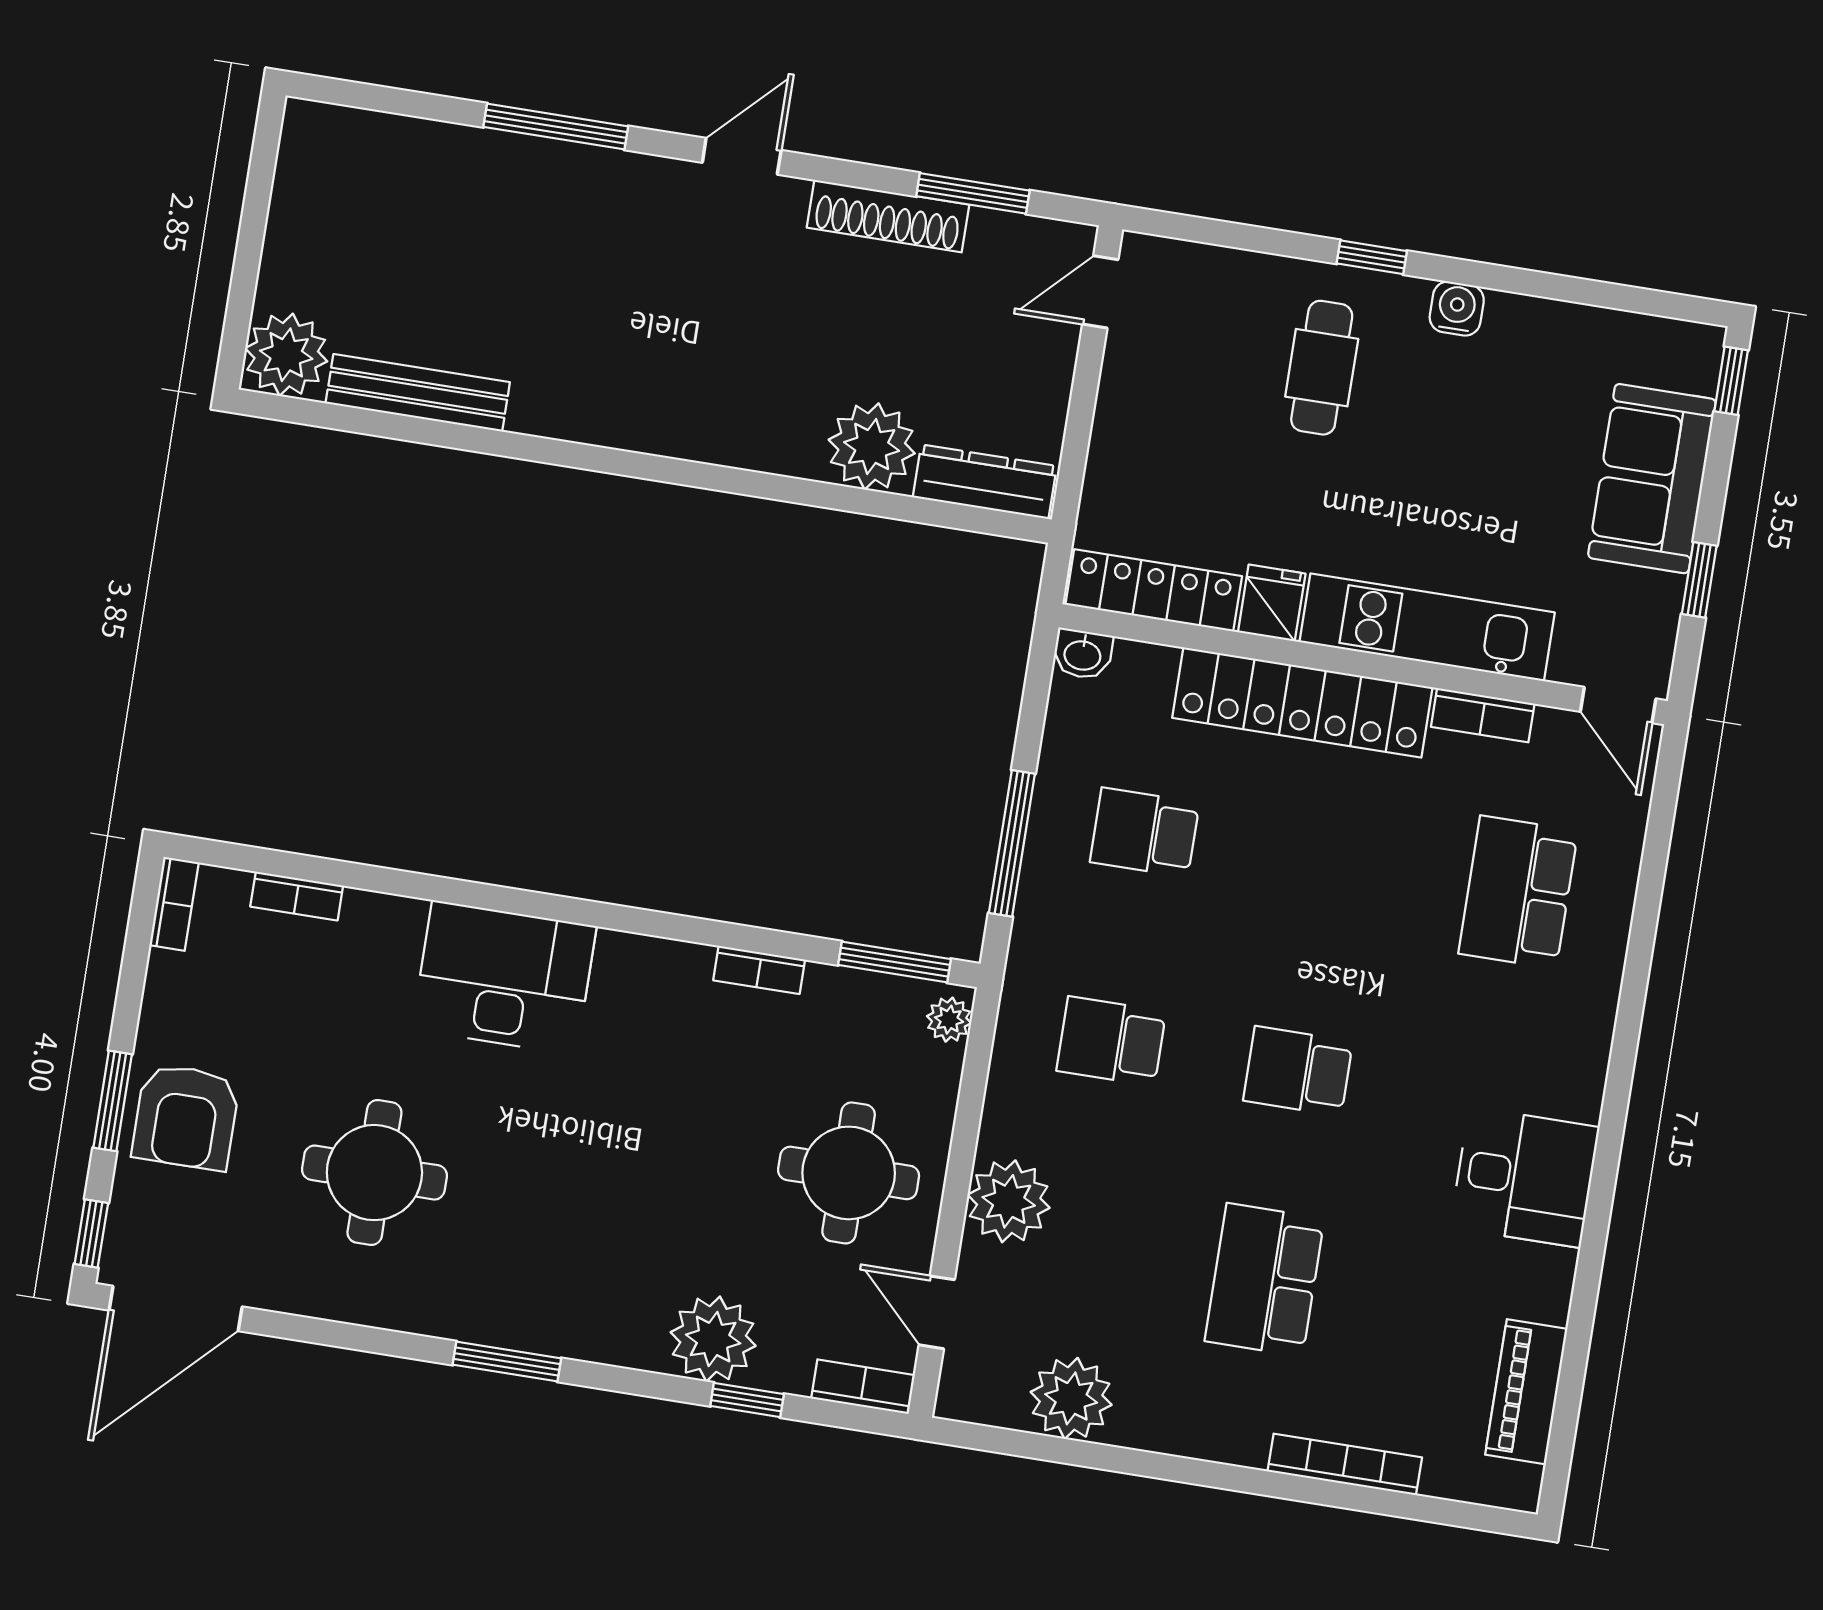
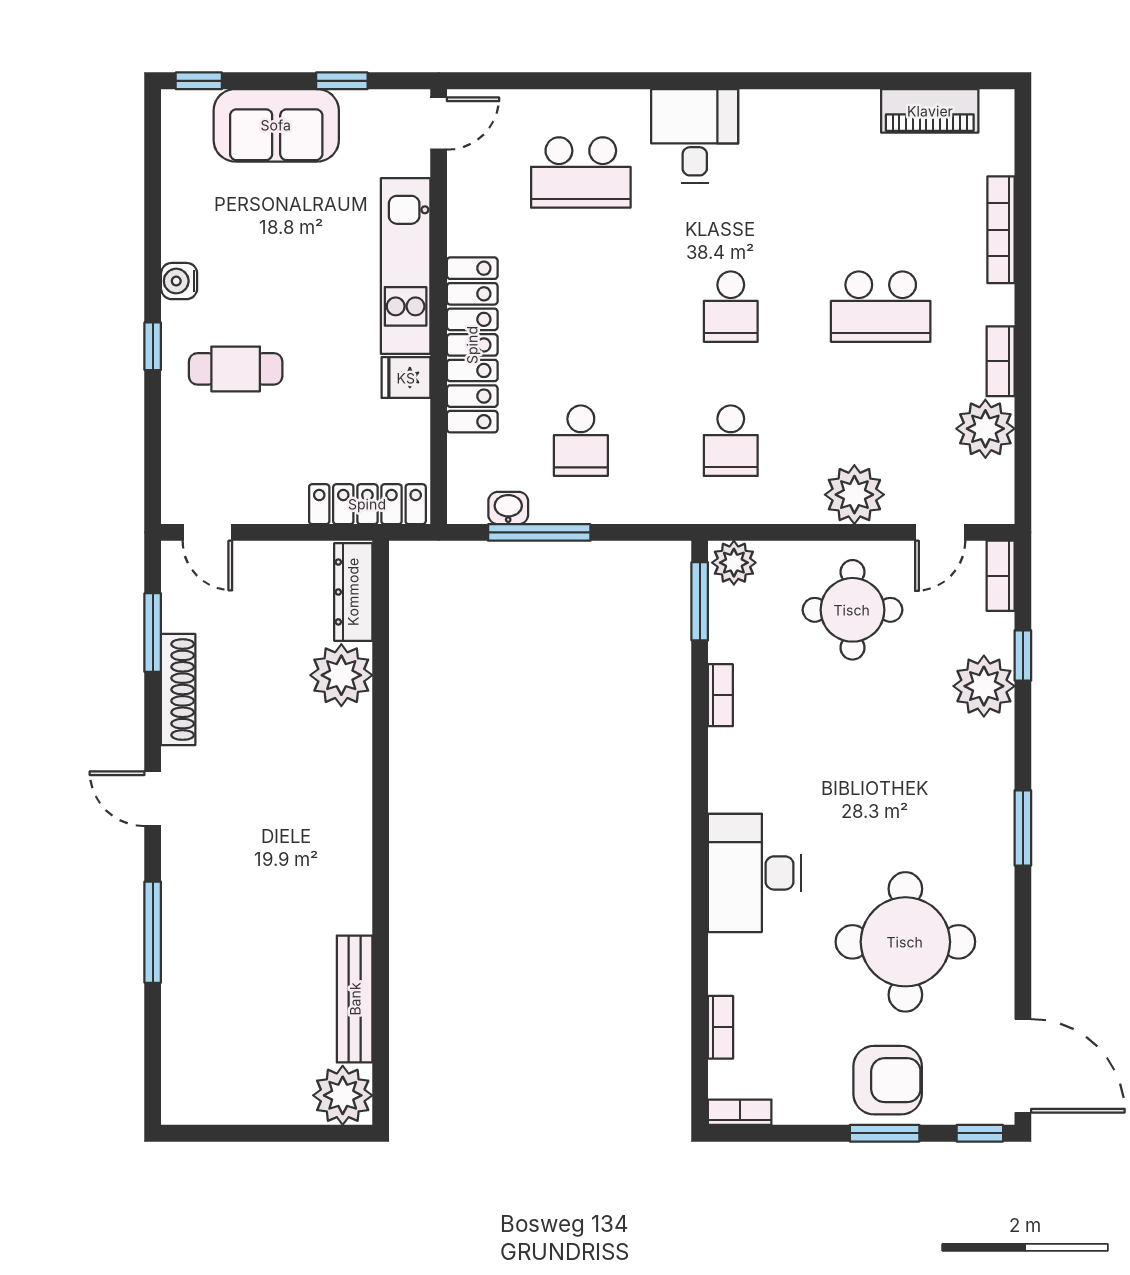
locker: (1154, 590) -> (367, 504), moved, turned 90
washbasin: (1083, 654) -> (508, 508), moved, turned -90
bookcase: (1483, 715) -> (1001, 361), moved, turned 180
window: (1012, 843) -> (539, 532), moved
plant: (949, 1020) -> (734, 563), width x1.38, depth x1.38
round table: (374, 1173) -> (905, 942), width x1.36, depth x1.36
desk: (1525, 1177) -> (695, 136), moved

